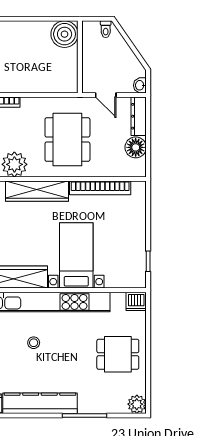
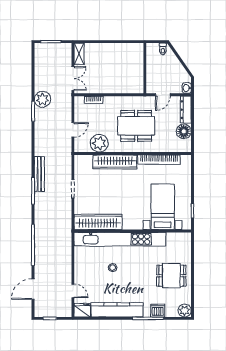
boiler: (65, 34) -> (134, 52), removed
door: (106, 95) -> (163, 95), hinge flipped
dining table: (67, 140) -> (136, 126), turned 90
bed with nightstands: (76, 255) -> (163, 207), moved
dishwasher: (136, 301) -> (158, 311), moved, turned 180

